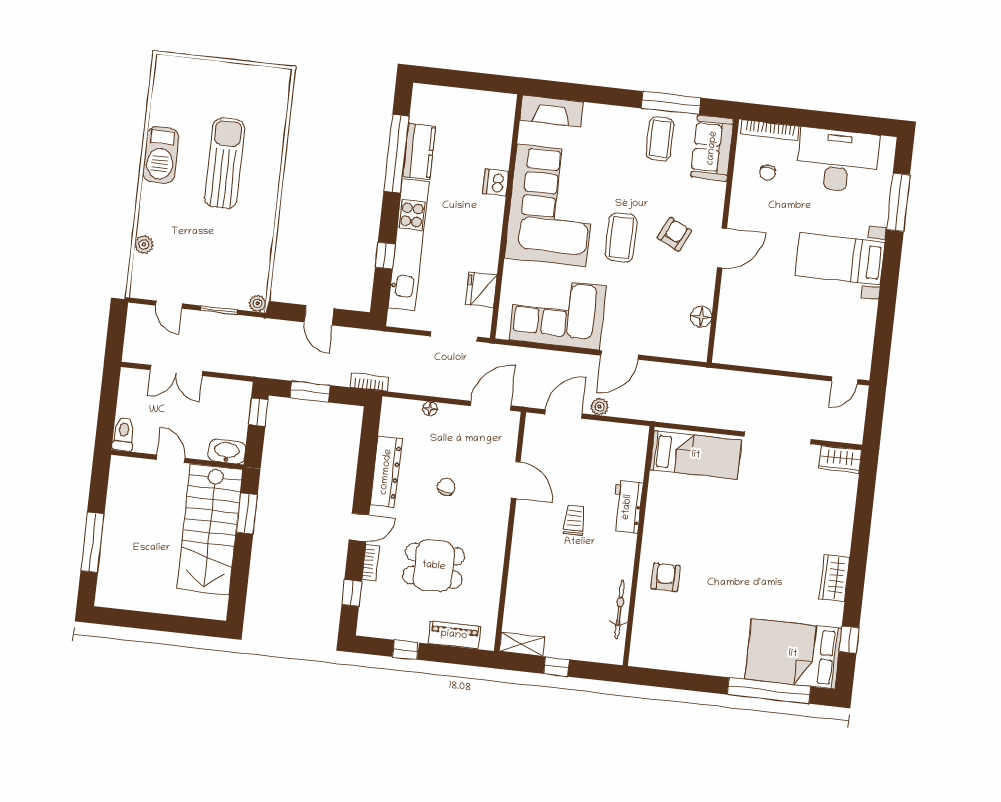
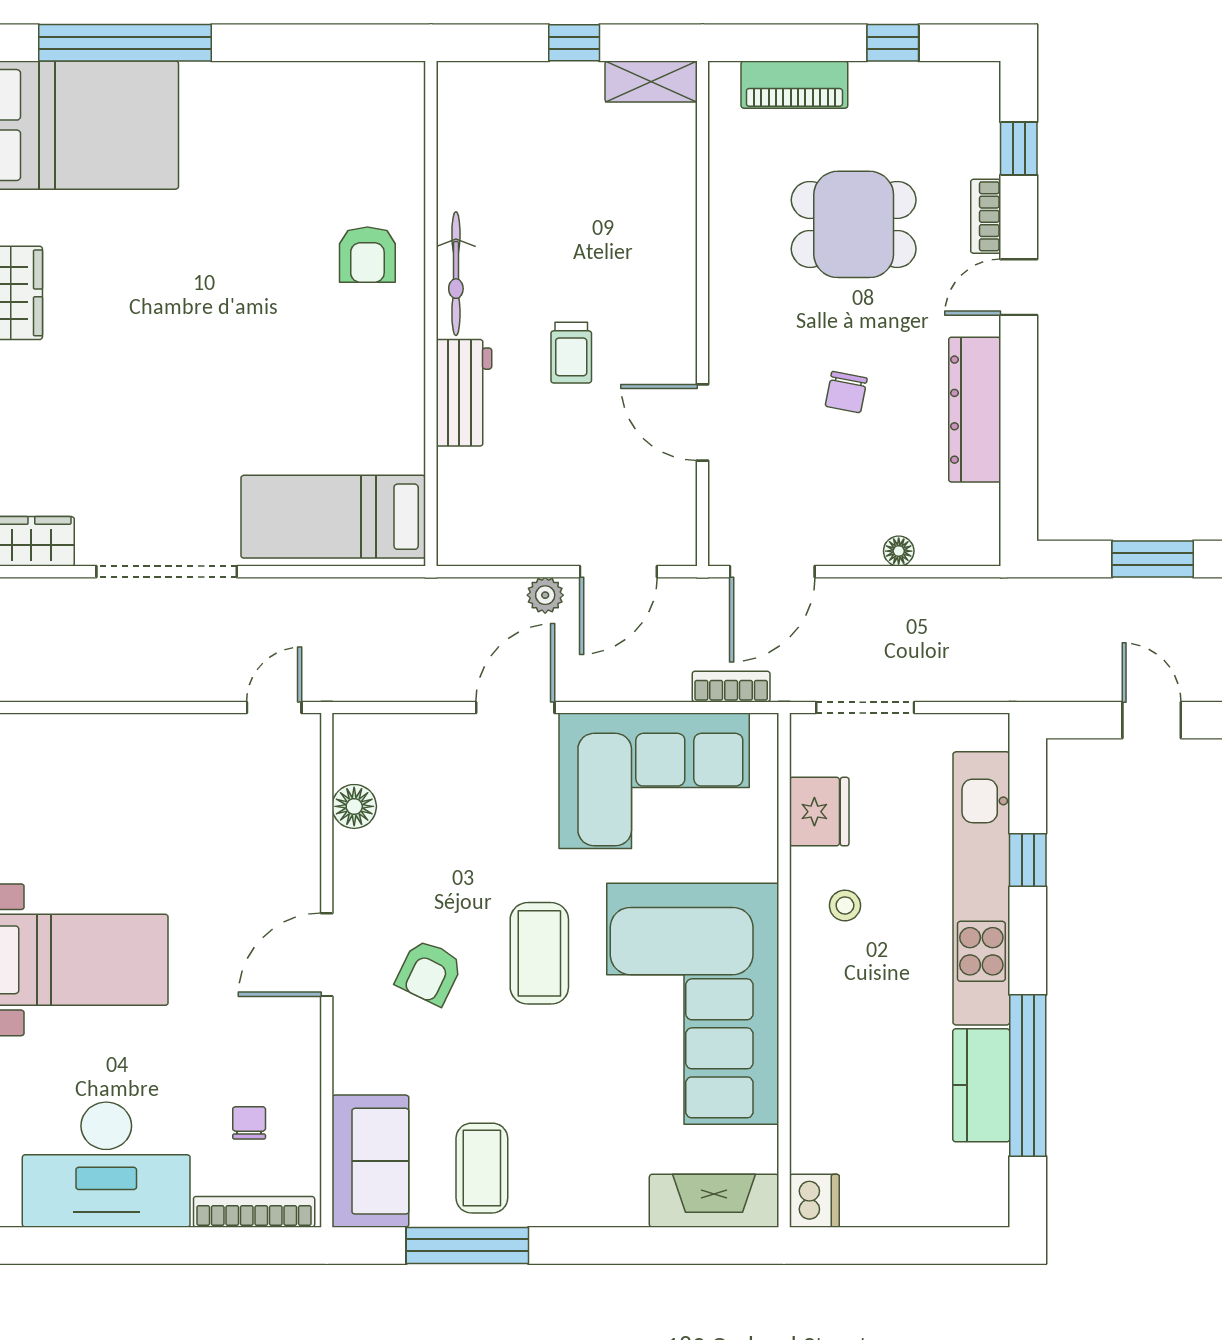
dishwasher: (496, 183) -> (814, 1201), moved
stool: (474, 244) -> (845, 905), added
door: (844, 380) -> (274, 707), moved
bookcase: (369, 382) -> (731, 687), moved, turned 180
bicycle: (620, 609) -> (456, 274), moved

